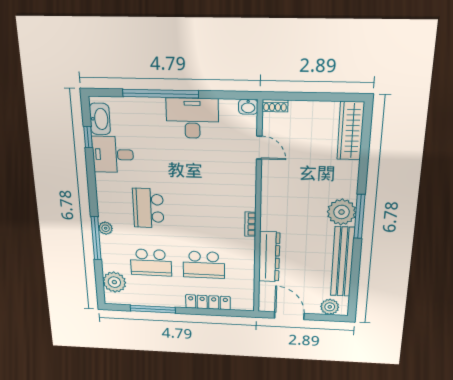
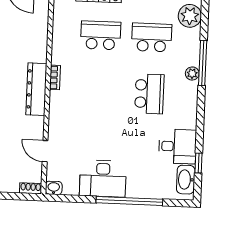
dresser: (269, 257) -> (36, 89), moved

